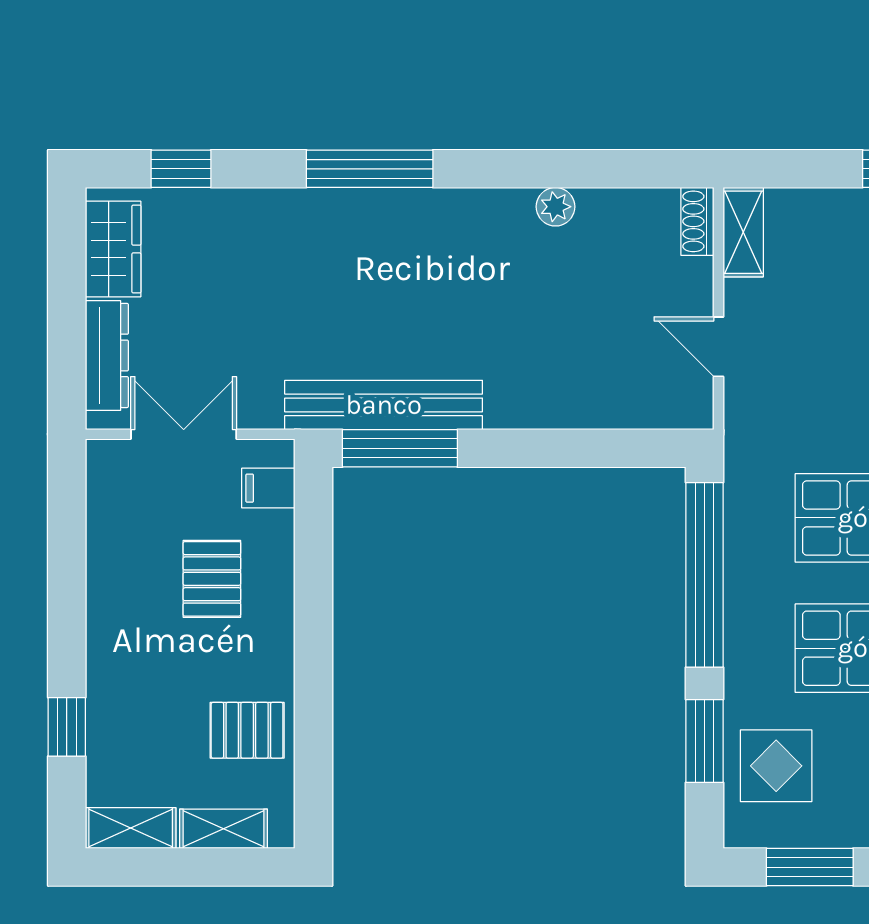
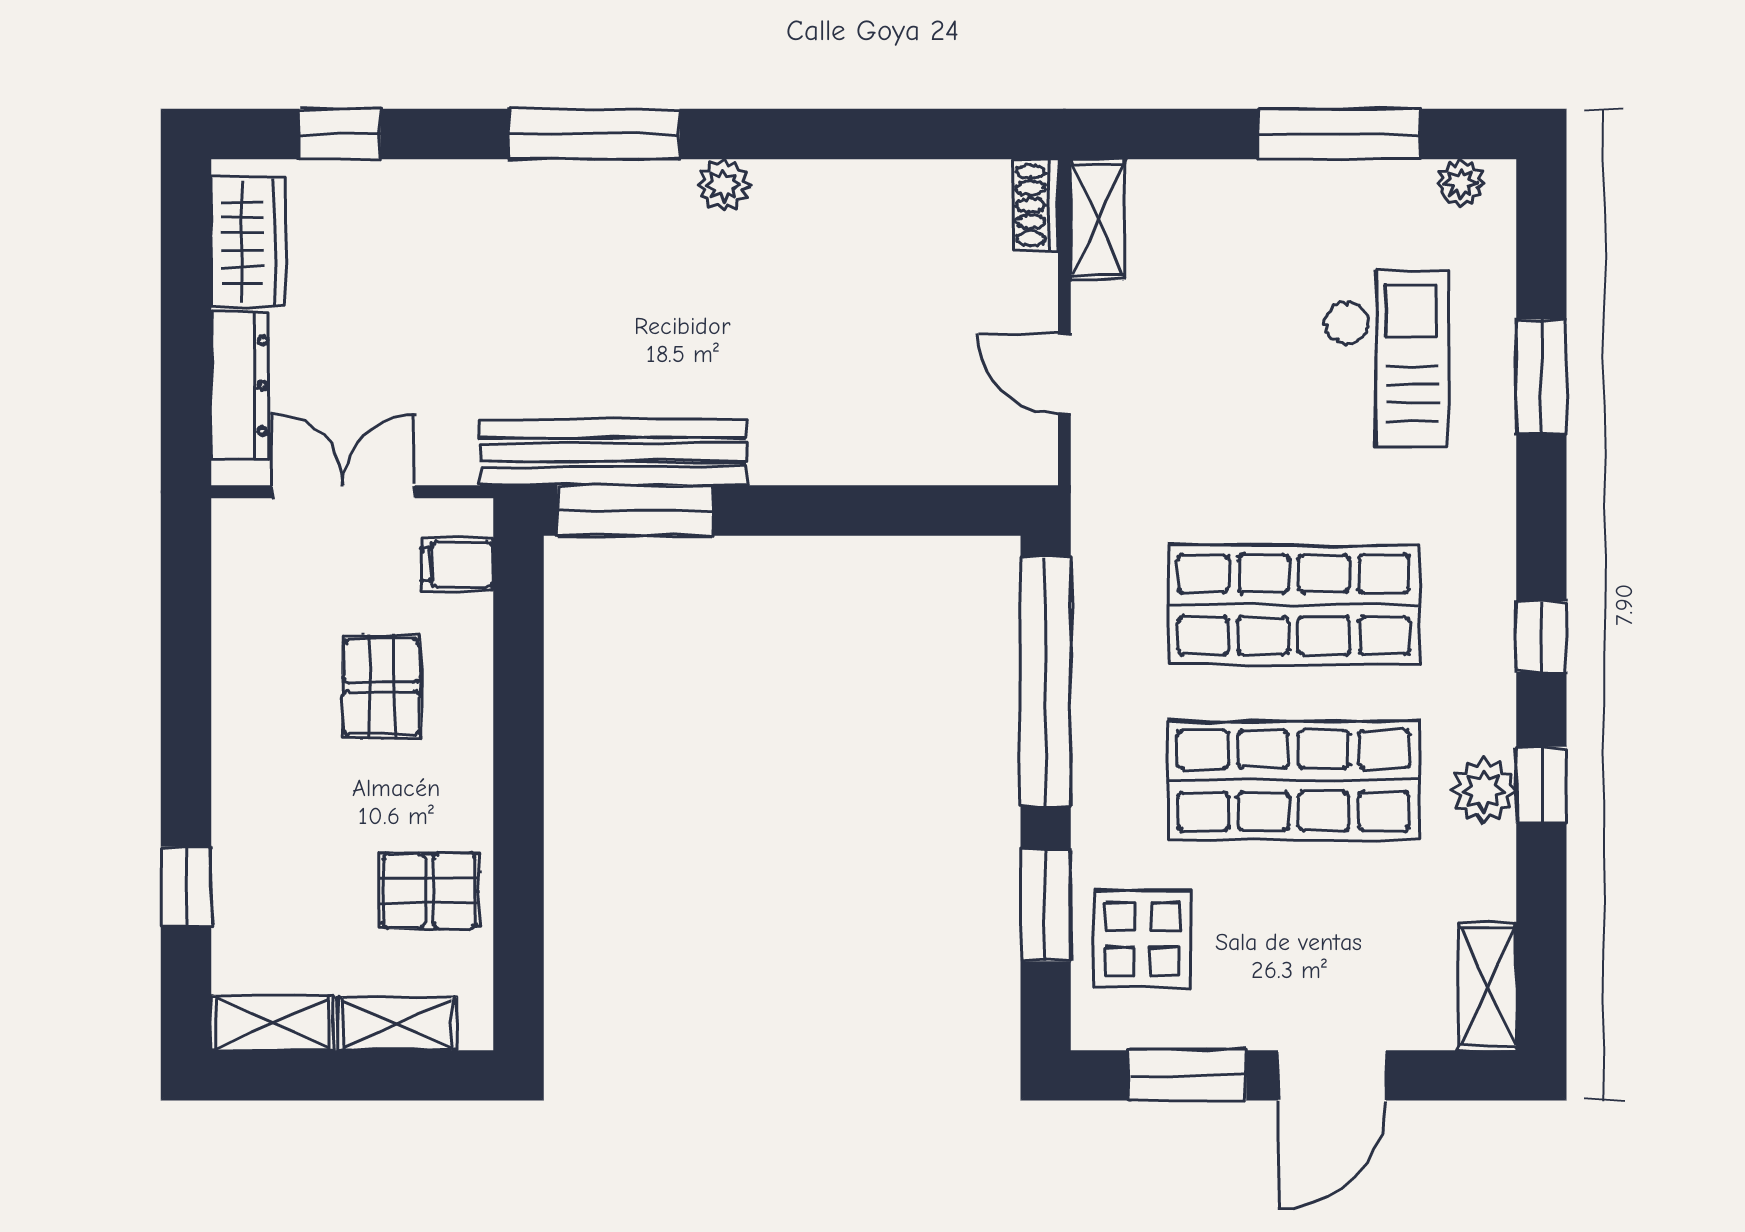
plant: (555, 207) -> (723, 185), moved

